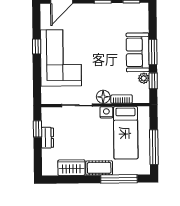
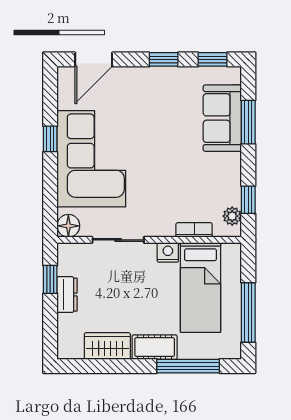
sofa: (138, 52) -> (222, 118), moved
window: (153, 52) -> (248, 122), moved
plant: (144, 78) -> (232, 216), moved
floor lamp: (103, 97) -> (68, 226), moved

